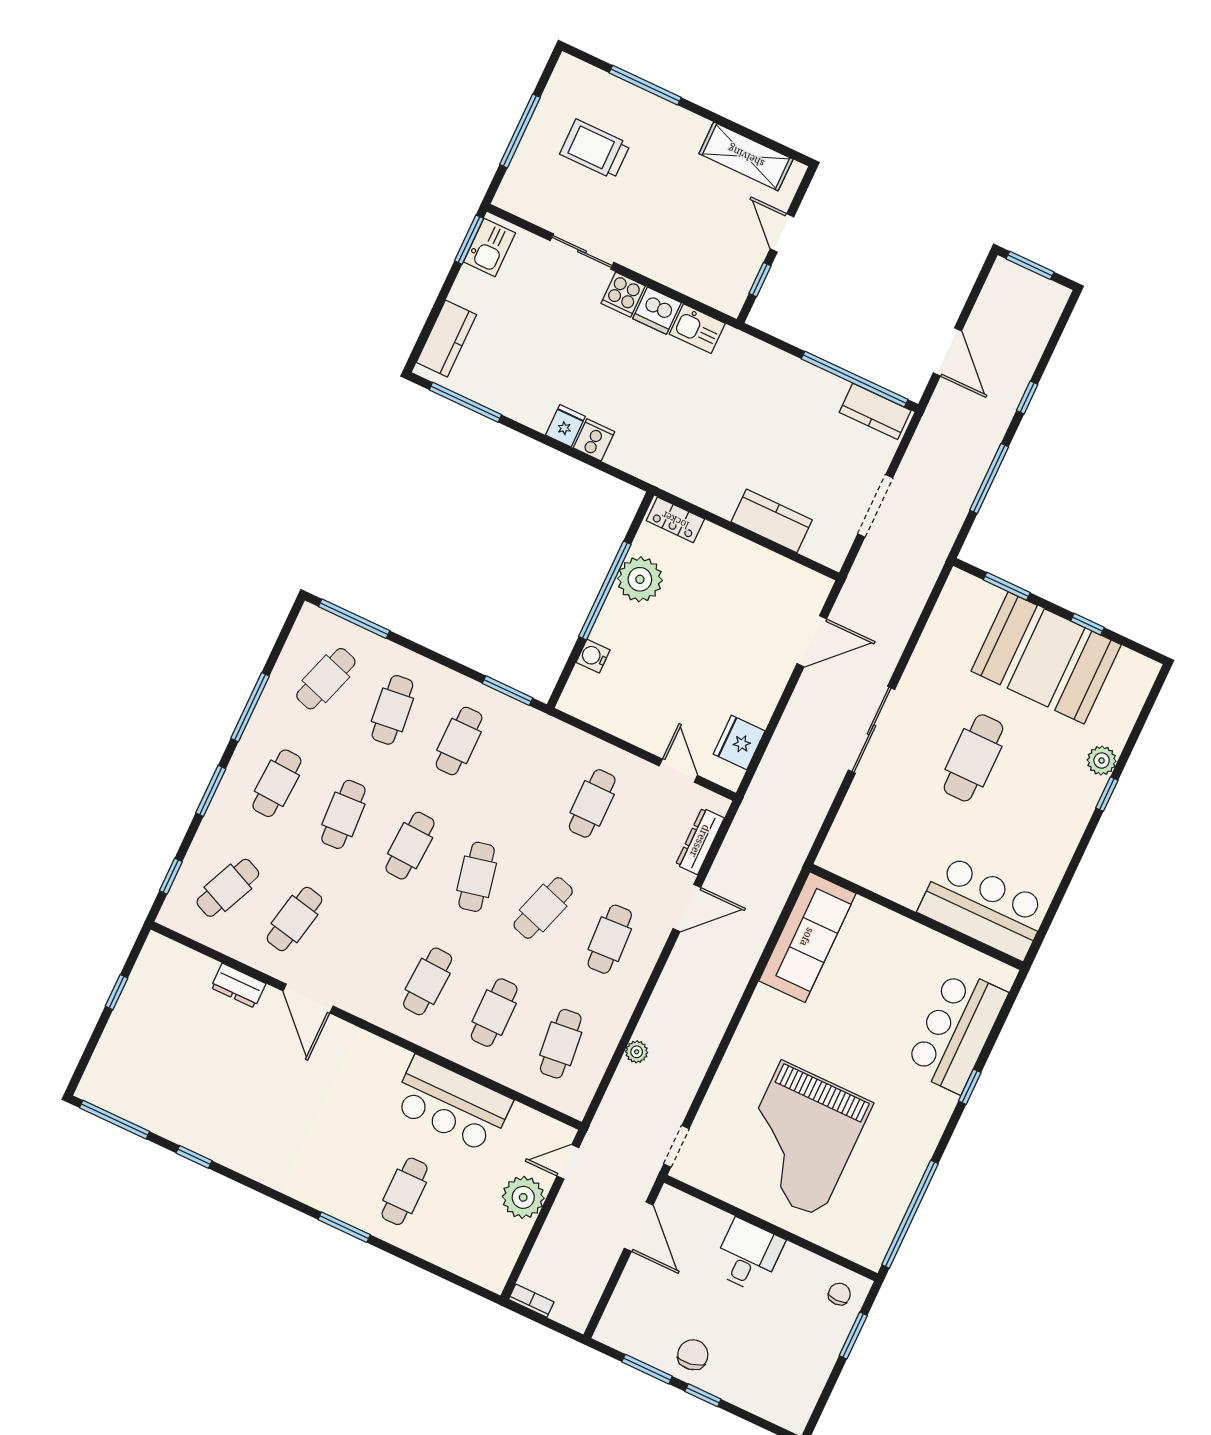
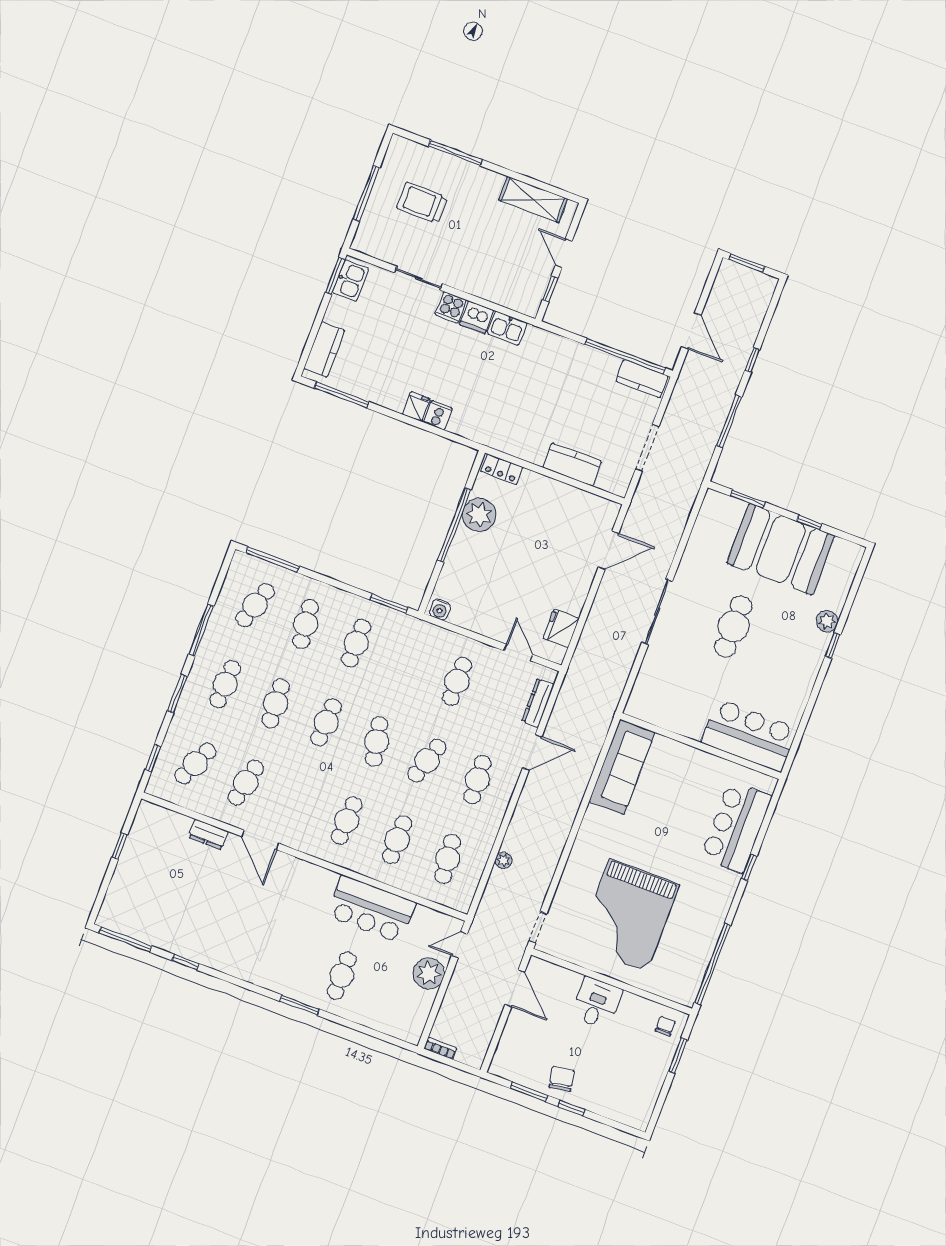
water cooler: (593, 656) -> (440, 609), moved, turned -90

